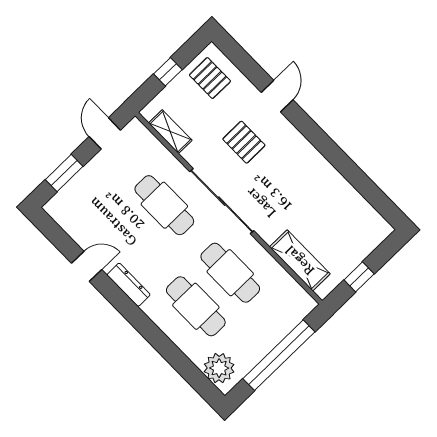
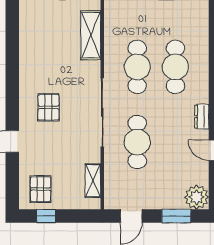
window: (168, 72) -> (46, 216), moved
pallet: (244, 142) -> (48, 107), moved
dresser: (129, 285) -> (202, 117), width x0.70
plant: (219, 368) -> (197, 197), moved

